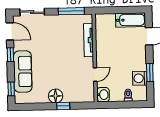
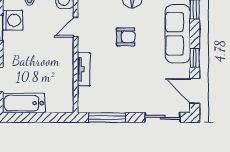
tv unit: (89, 40) -> (84, 69), width x0.71
armchair: (60, 68) -> (126, 37), added

